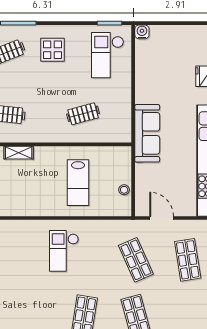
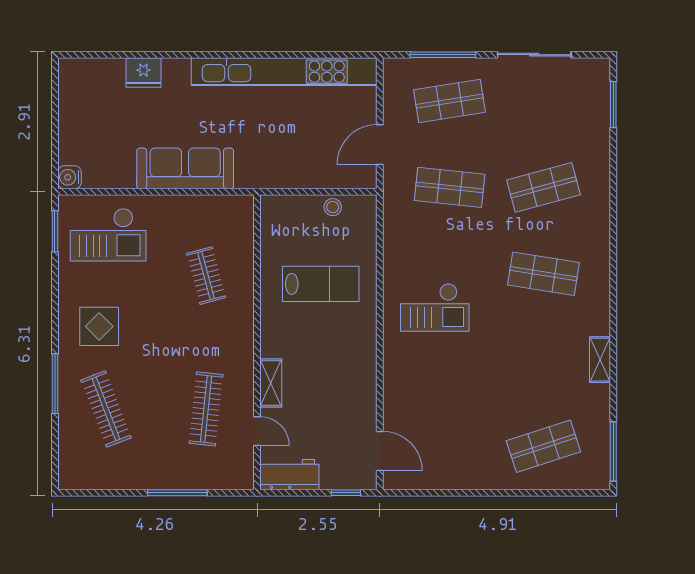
sofa: (147, 133) -> (185, 168), moved
shop shelf: (136, 260) -> (450, 187), turned 30

